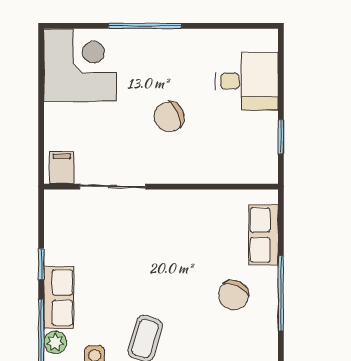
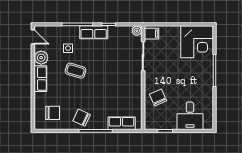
chair: (169, 117) -> (158, 98), moved
chair: (234, 295) -> (82, 118), moved
plant: (55, 342) -> (137, 31), moved

